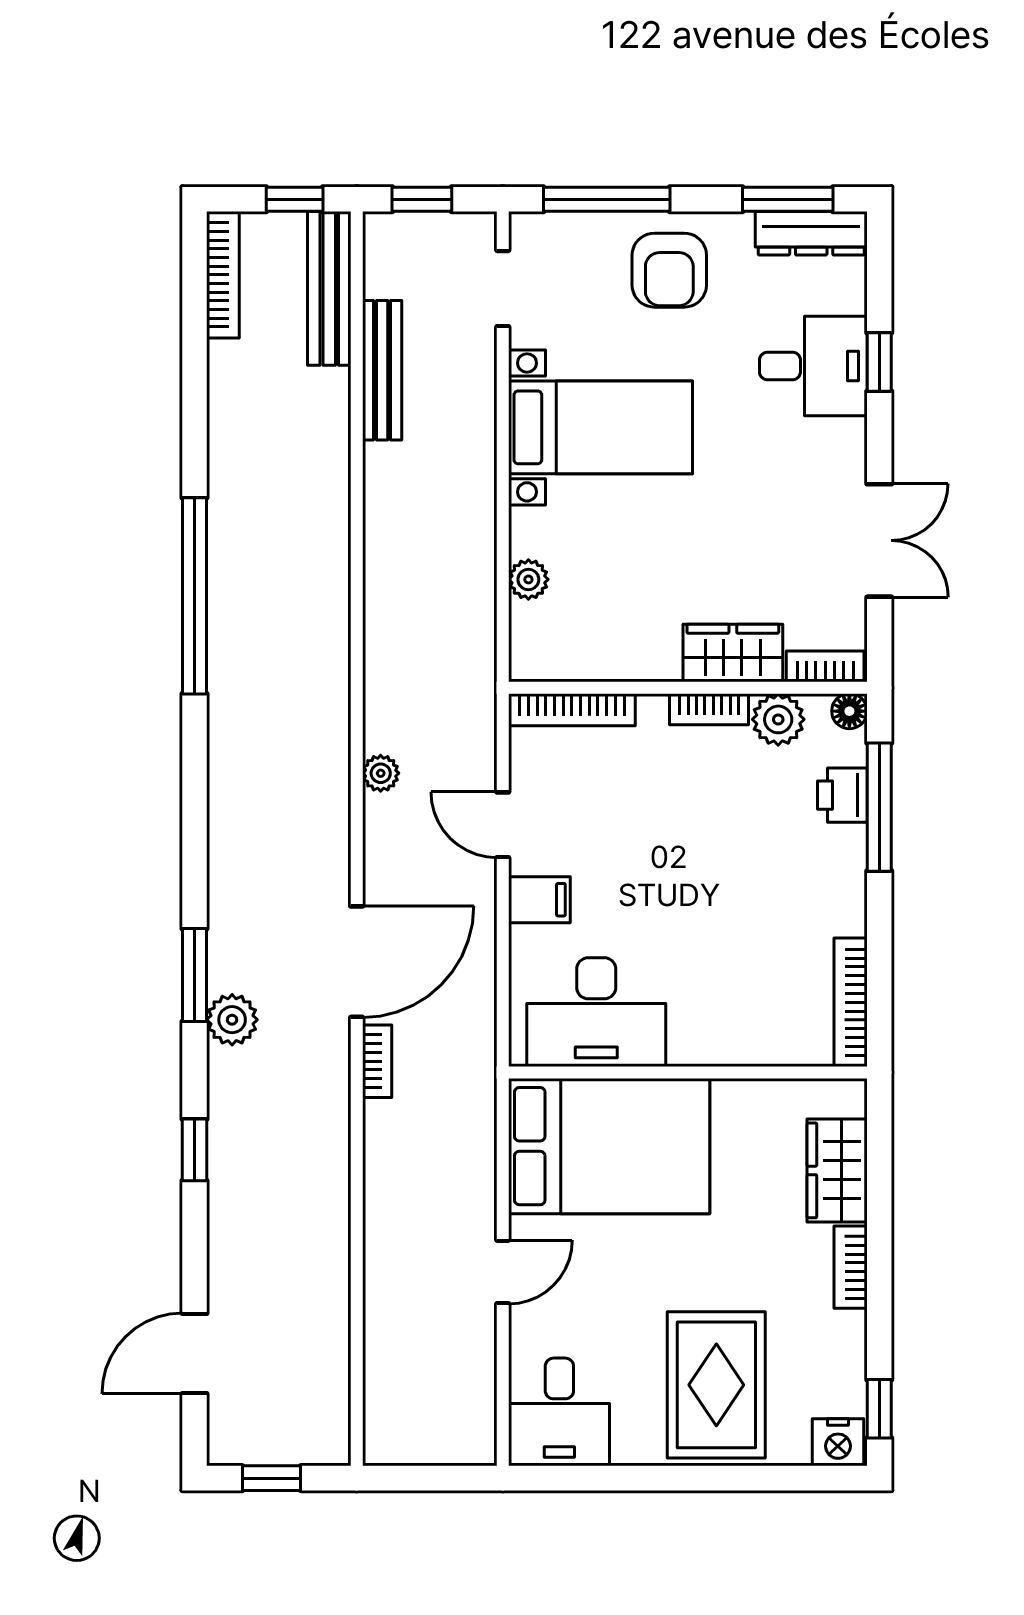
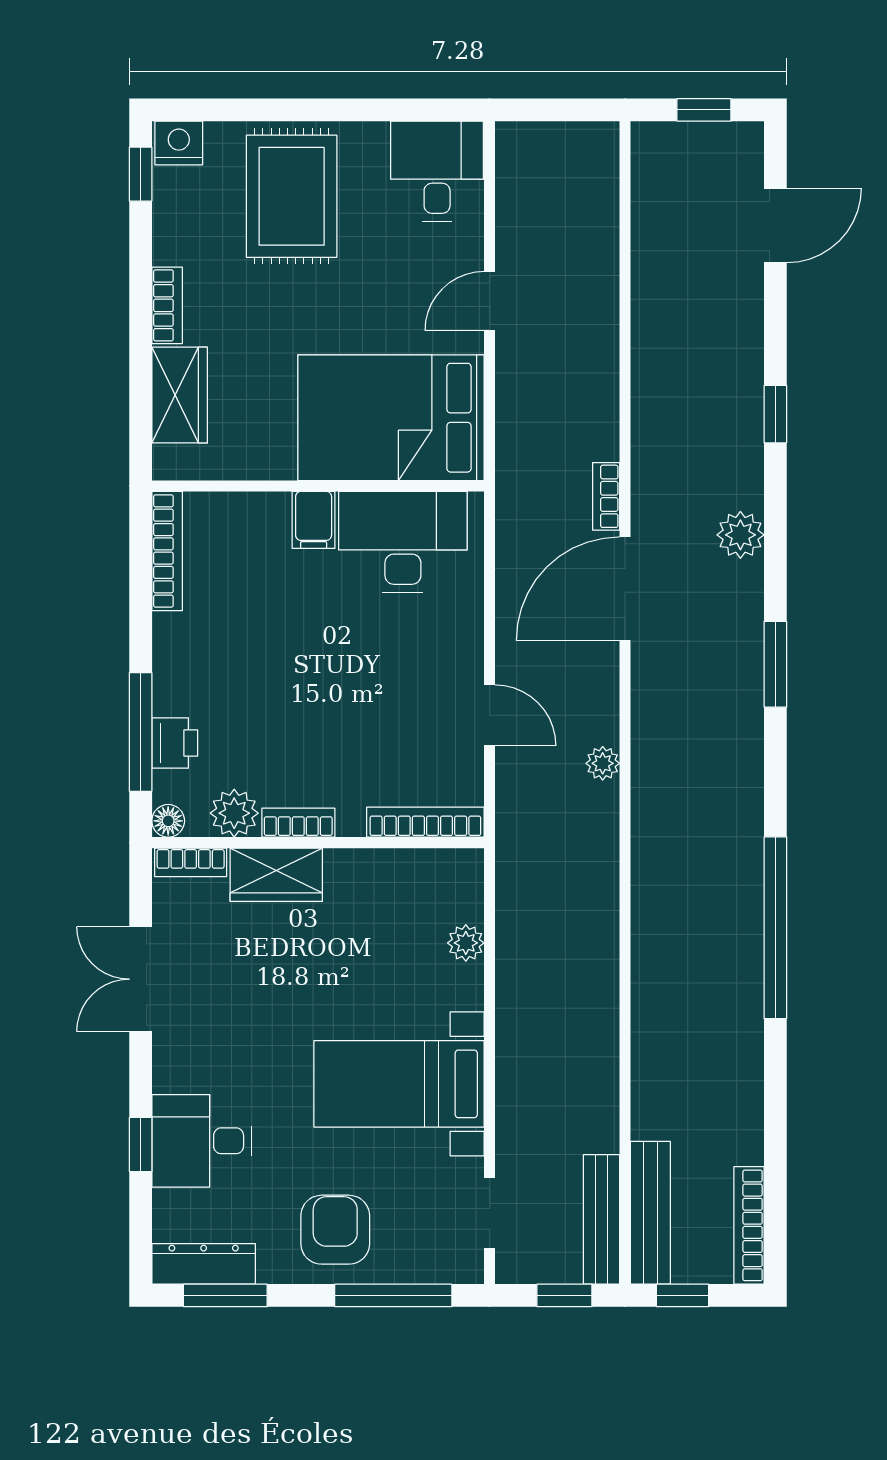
bench: (382, 370) -> (601, 1219), moved
filing cabinet: (539, 900) -> (314, 520), moved, turned -90
window: (194, 975) -> (775, 664), moved

